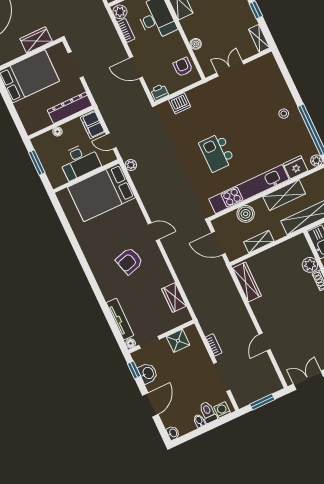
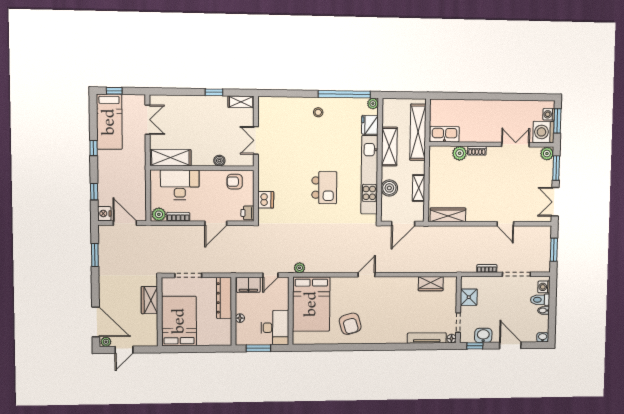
kitchen island: (217, 152) -> (324, 188), turned -90
desk: (79, 161) -> (275, 328), moved
armchair: (129, 261) -> (350, 324), moved

